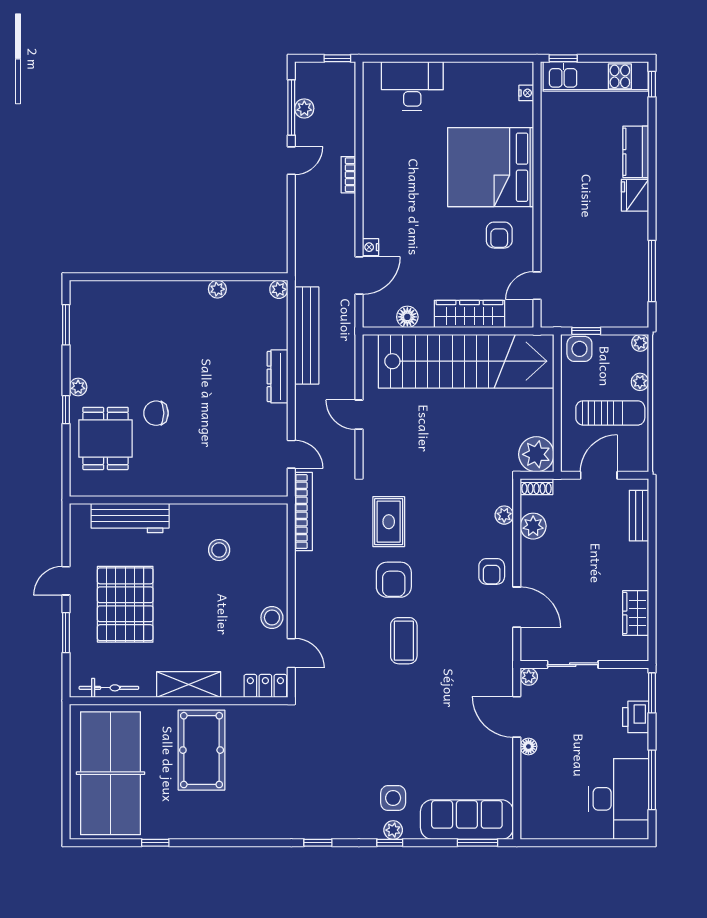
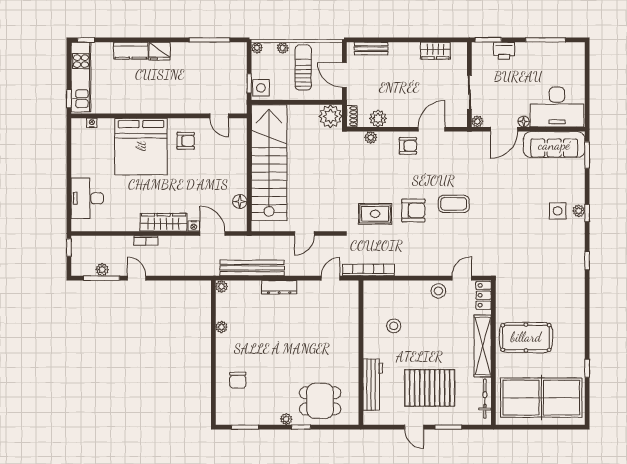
wardrobe: (470, 314) -> (164, 222), moved, turned 90
chair: (156, 413) -> (238, 380), moved
shelving: (189, 684) -> (483, 346), width x1.47
desk: (618, 799) -> (557, 107), moved, turned 180
sofa: (467, 820) -> (554, 145), moved, turned -90

